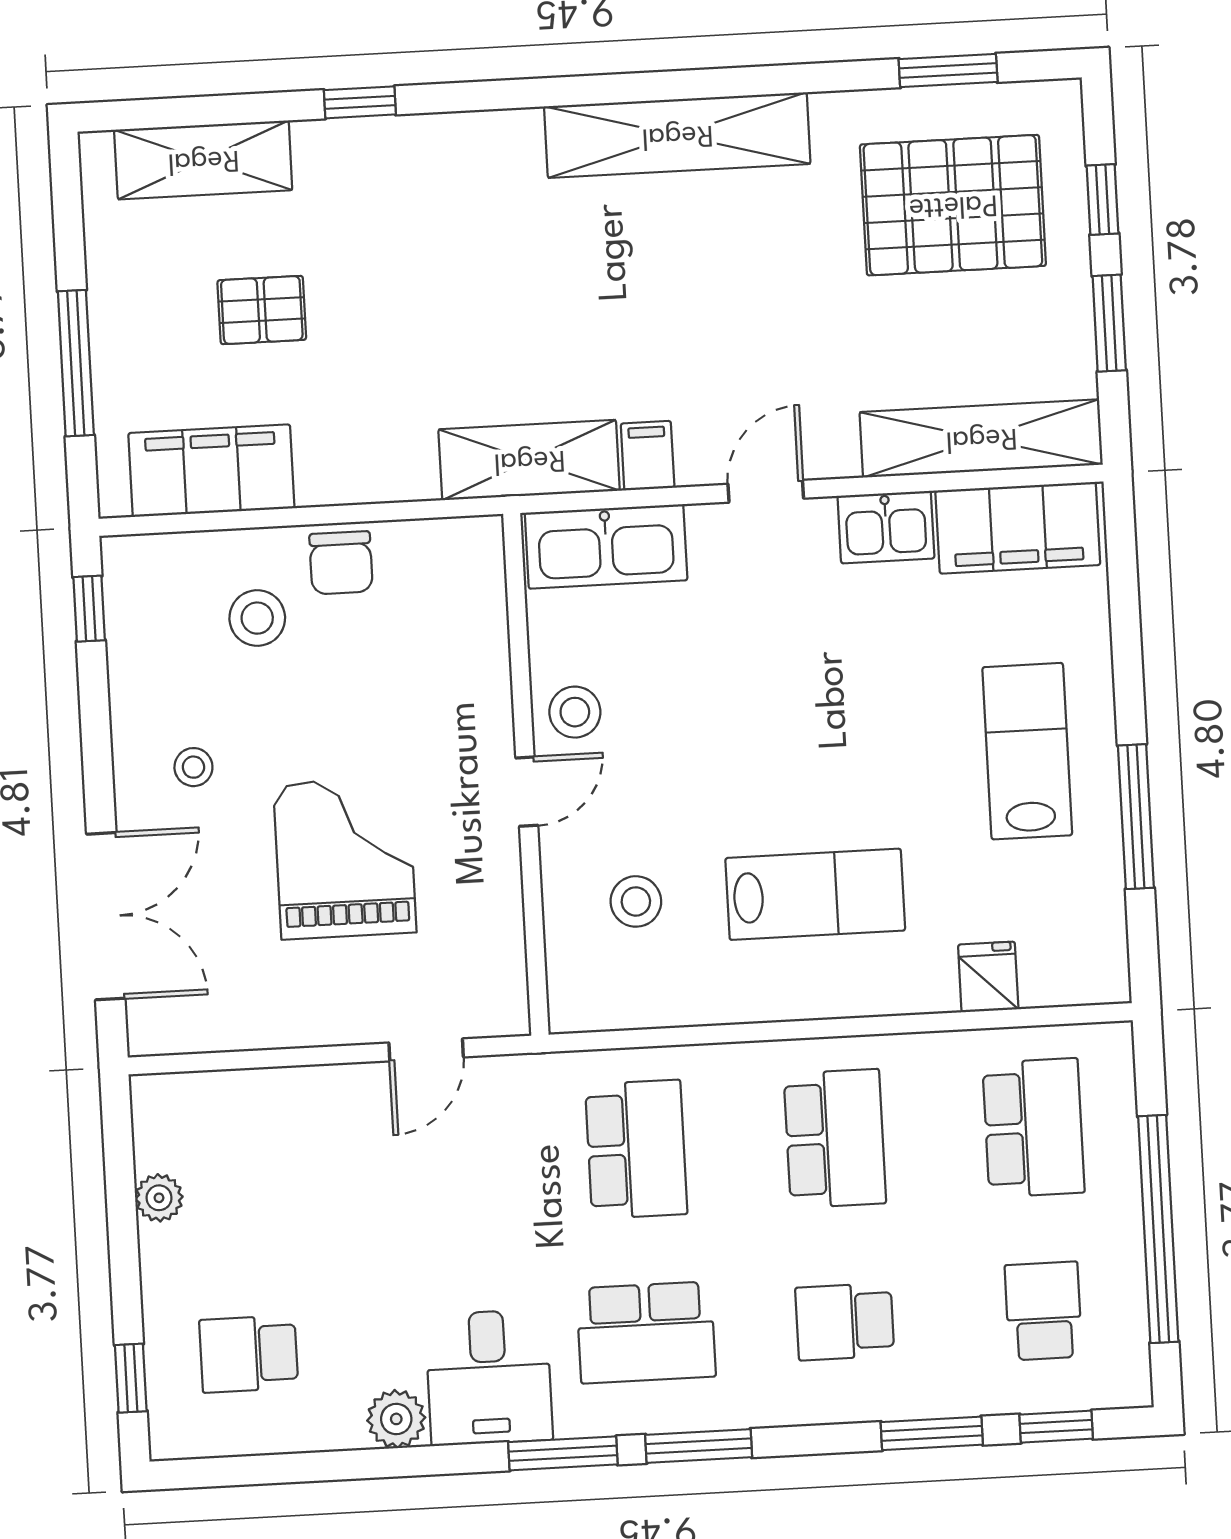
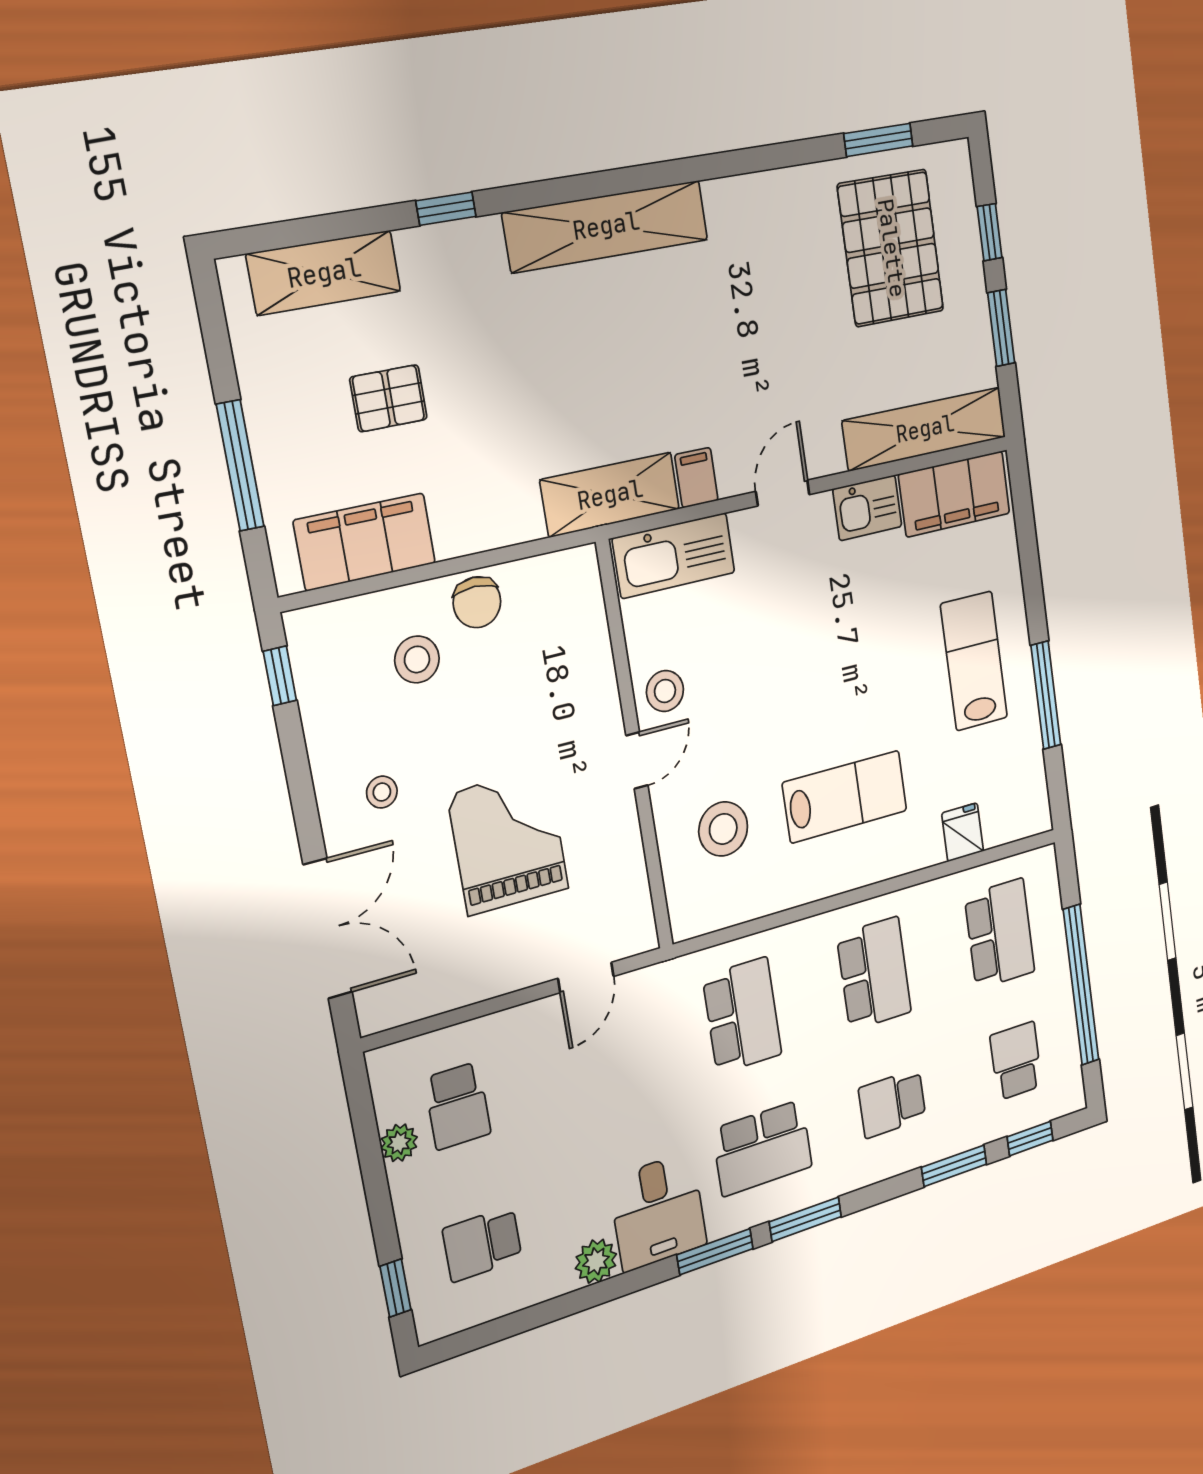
shelving: (677, 135) -> (606, 226), moved
pallet: (953, 205) -> (891, 248), turned 90
stool: (636, 901) -> (723, 829), width x1.38, depth x1.38
school desk: (239, 1171) -> (458, 1106), added

